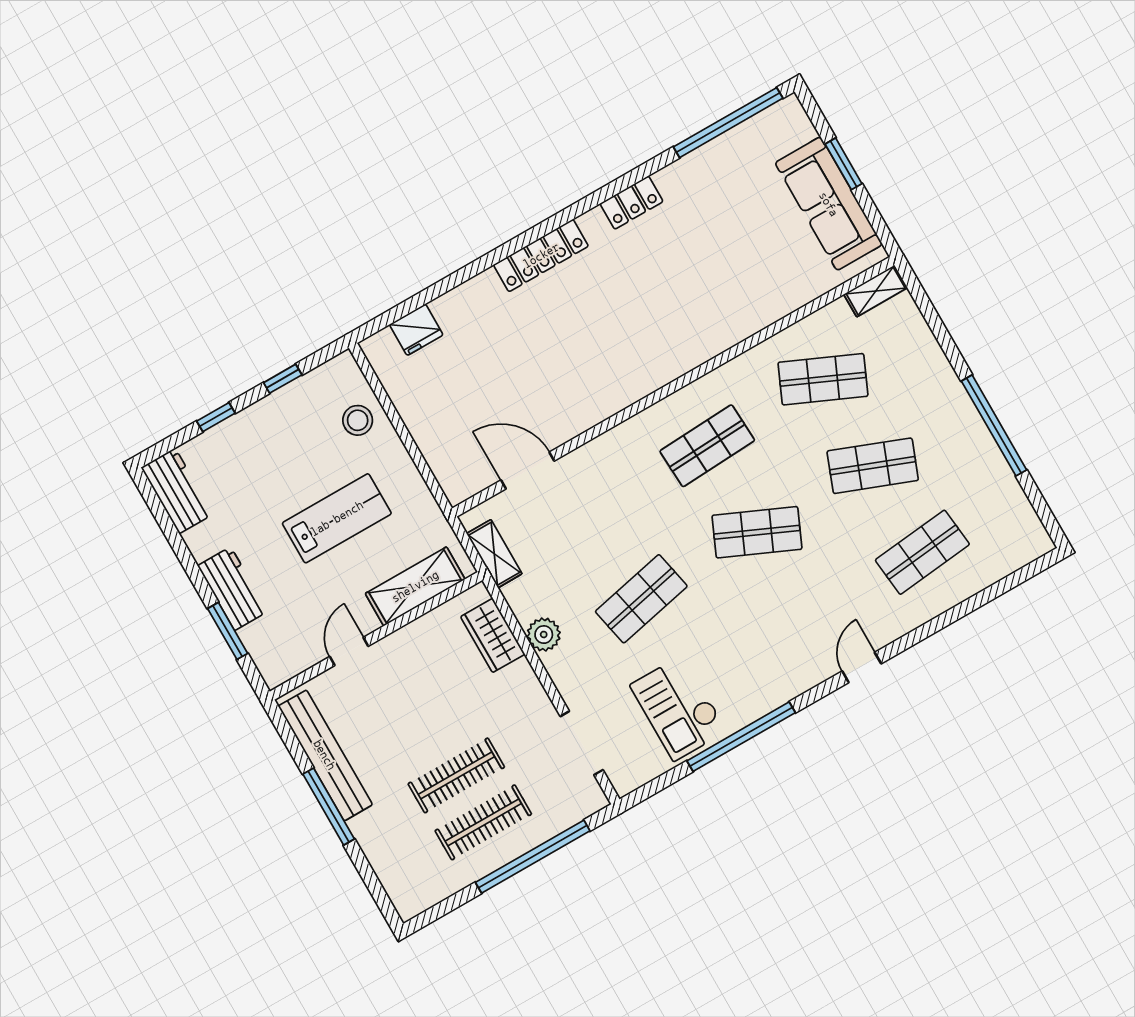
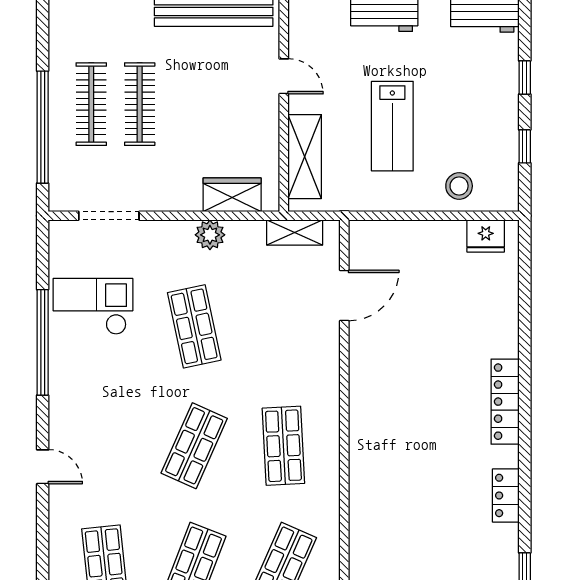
fridge: (416, 330) -> (486, 236), moved, turned -90

